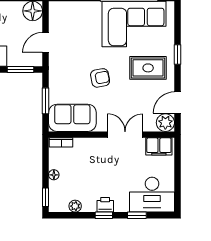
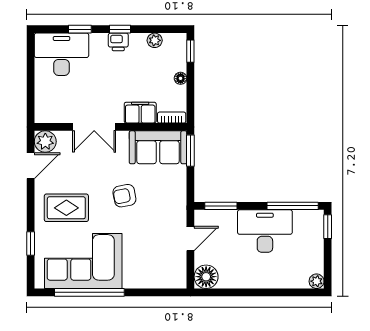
window: (177, 54) -> (31, 244), moved
window: (46, 101) -> (190, 151), moved
filing cabinet: (159, 146) -> (140, 113), moved

